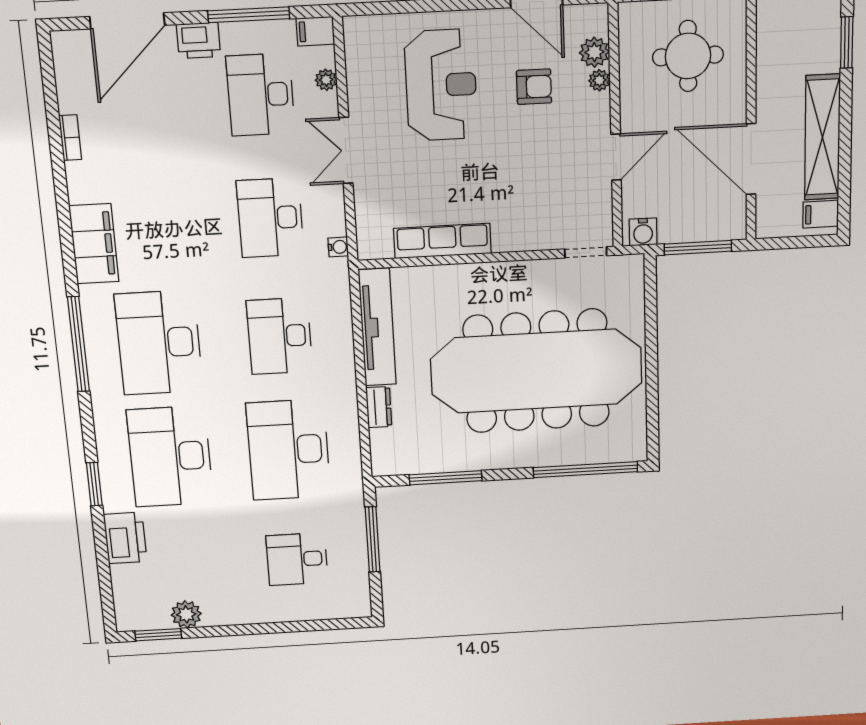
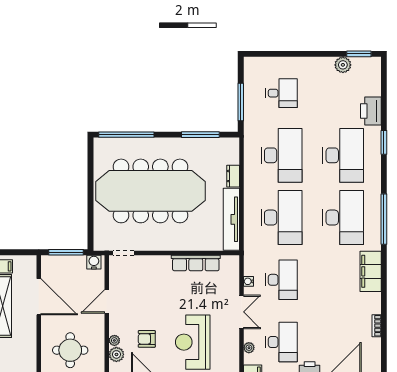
water cooler: (338, 247) -> (249, 281), moved
desk: (280, 336) -> (282, 218), width x1.36, depth x1.30

